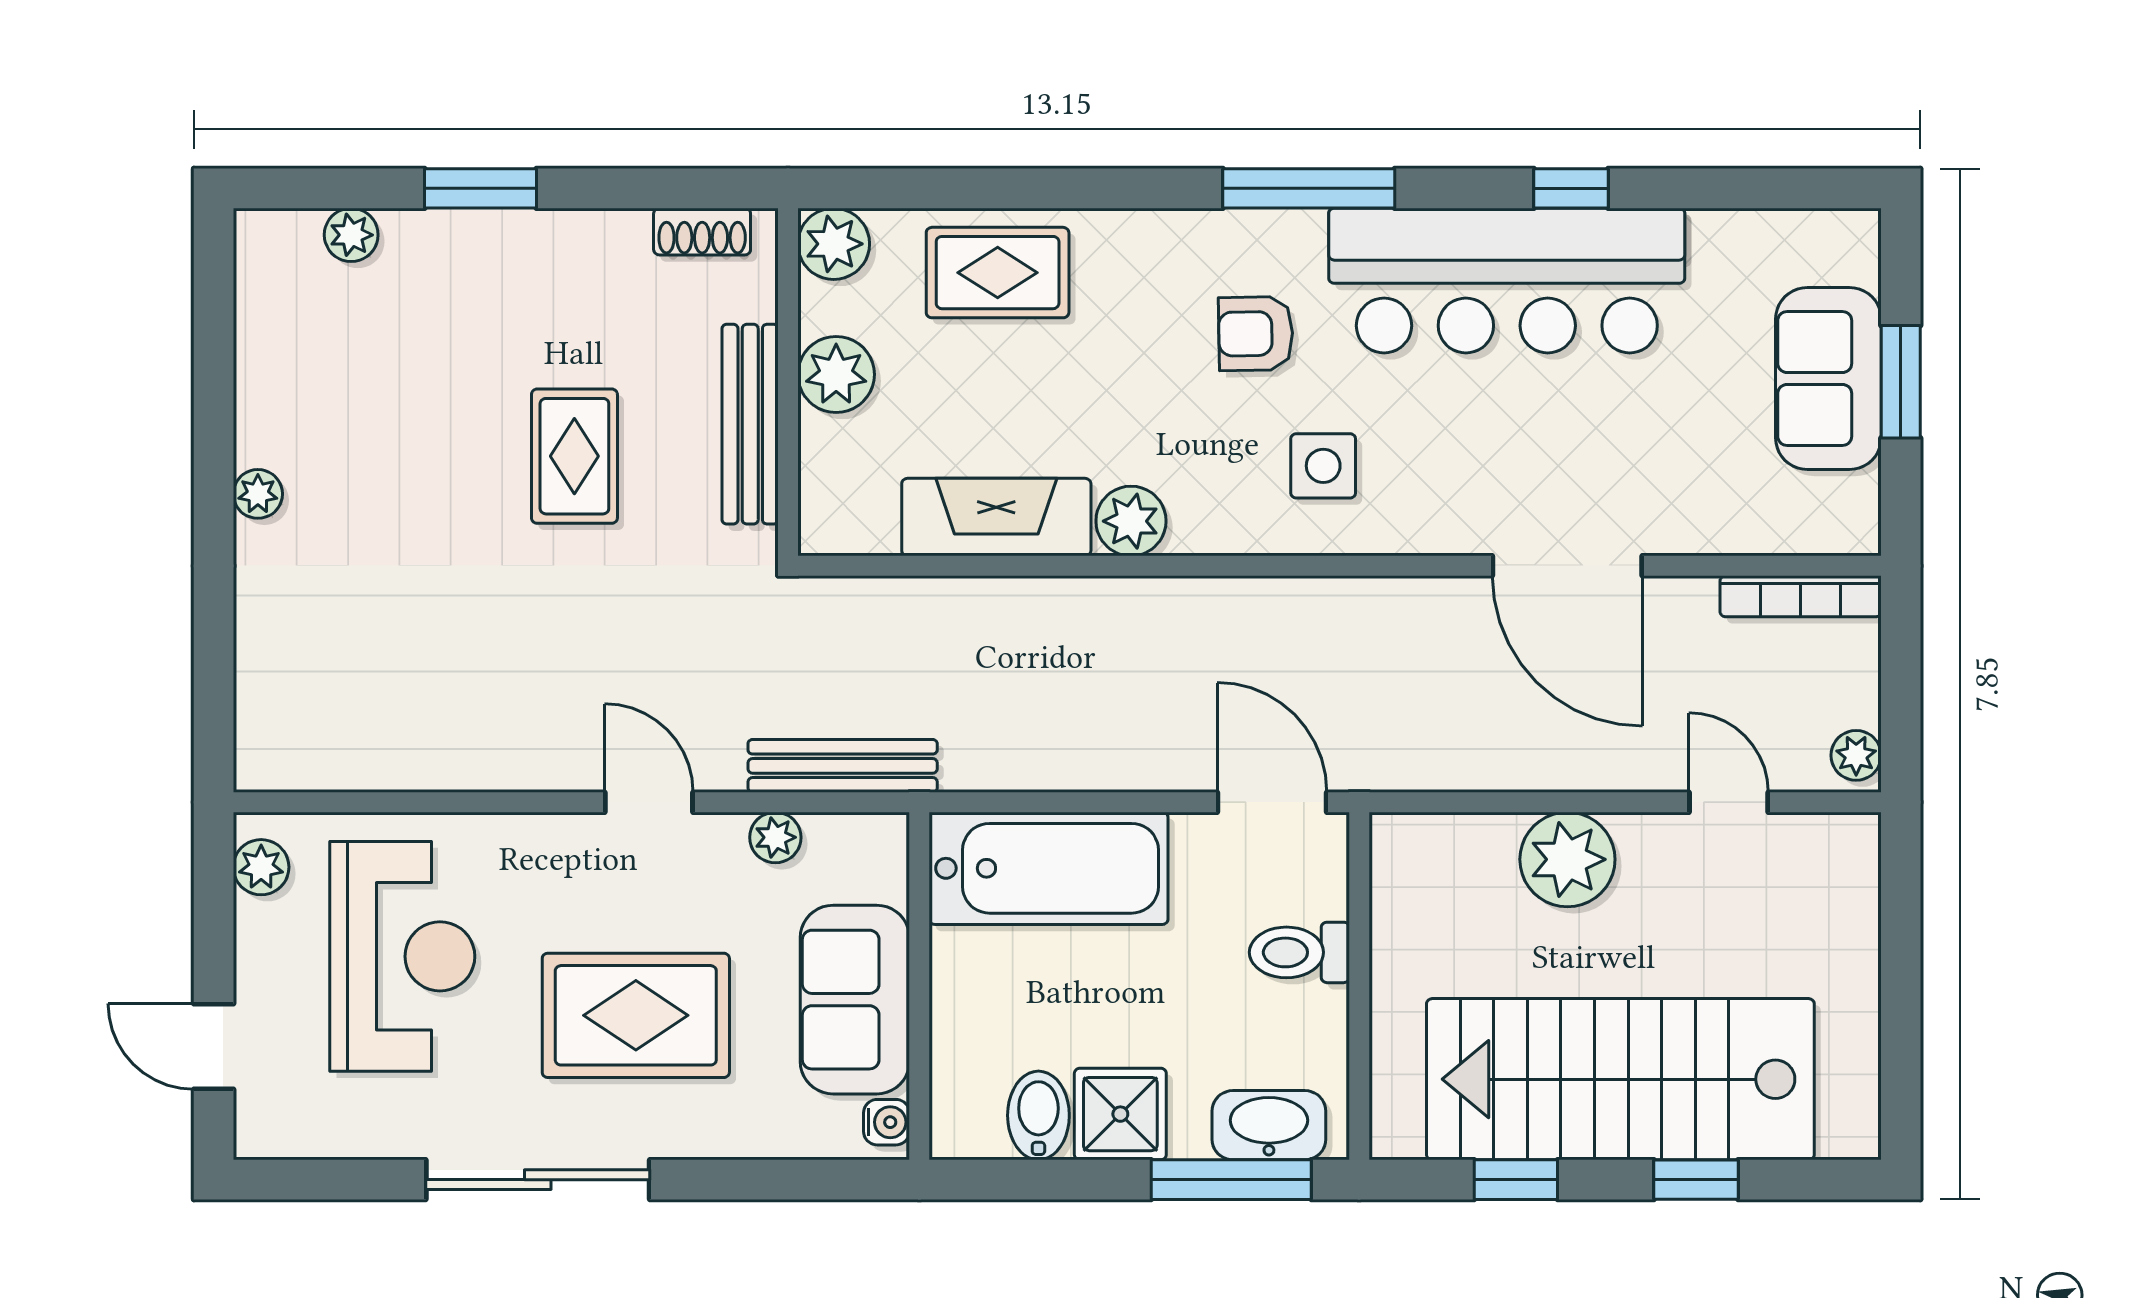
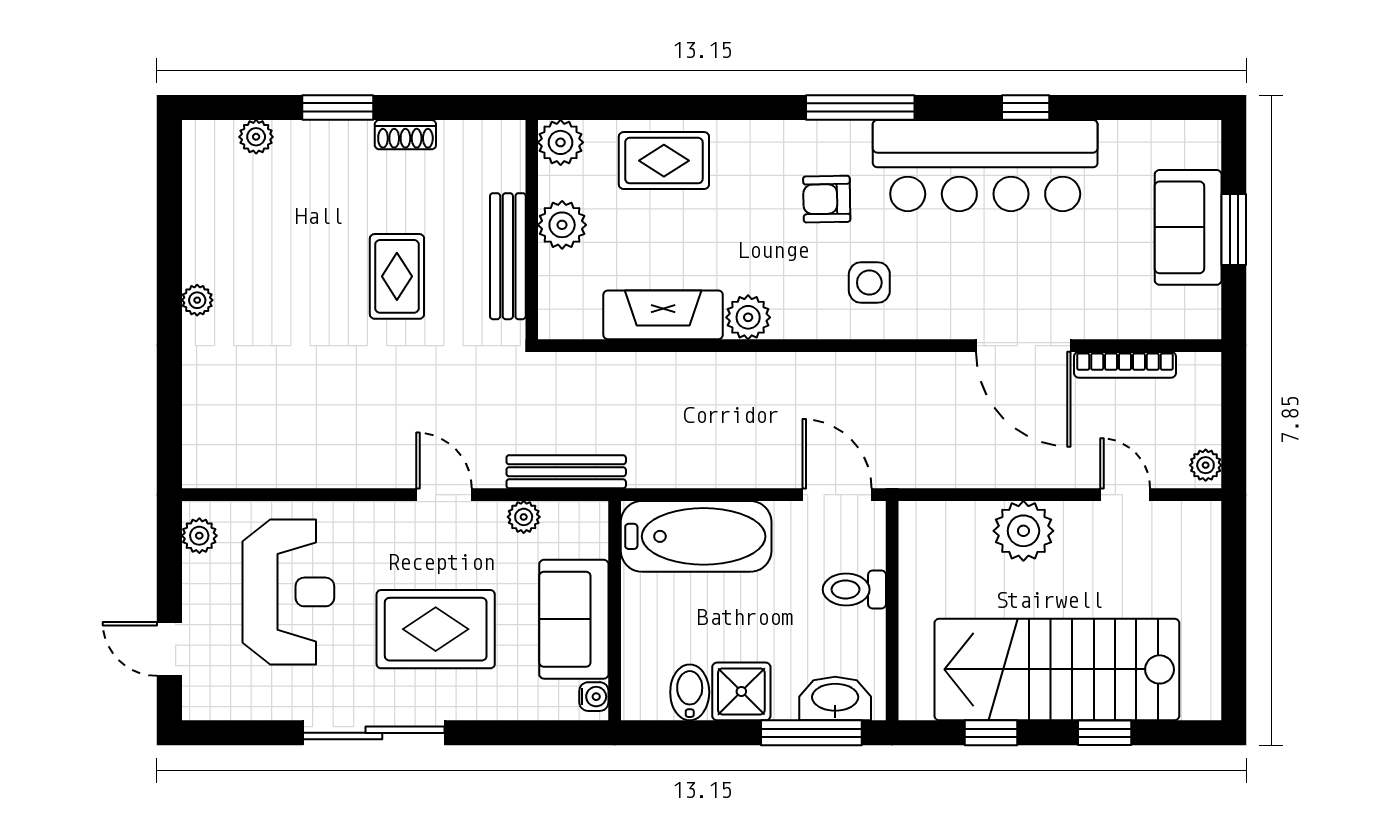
shoe rack: (702, 232) -> (405, 135), moved
bookcase: (1801, 596) -> (1125, 365), moved

